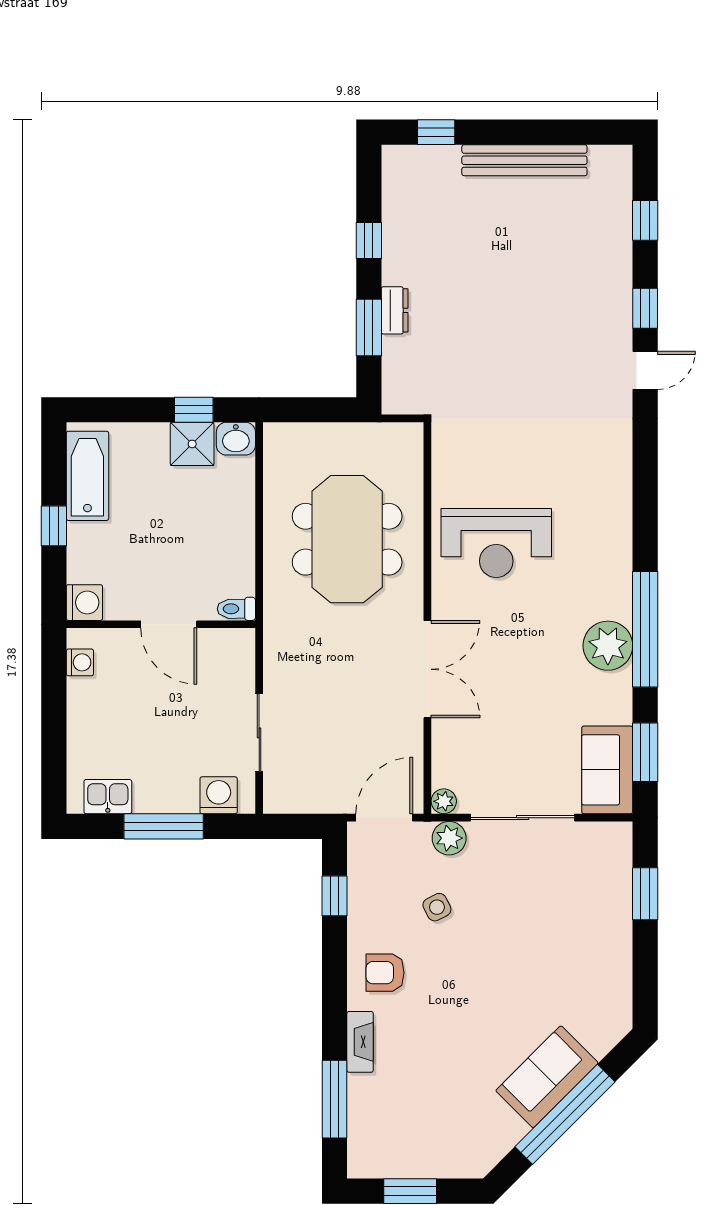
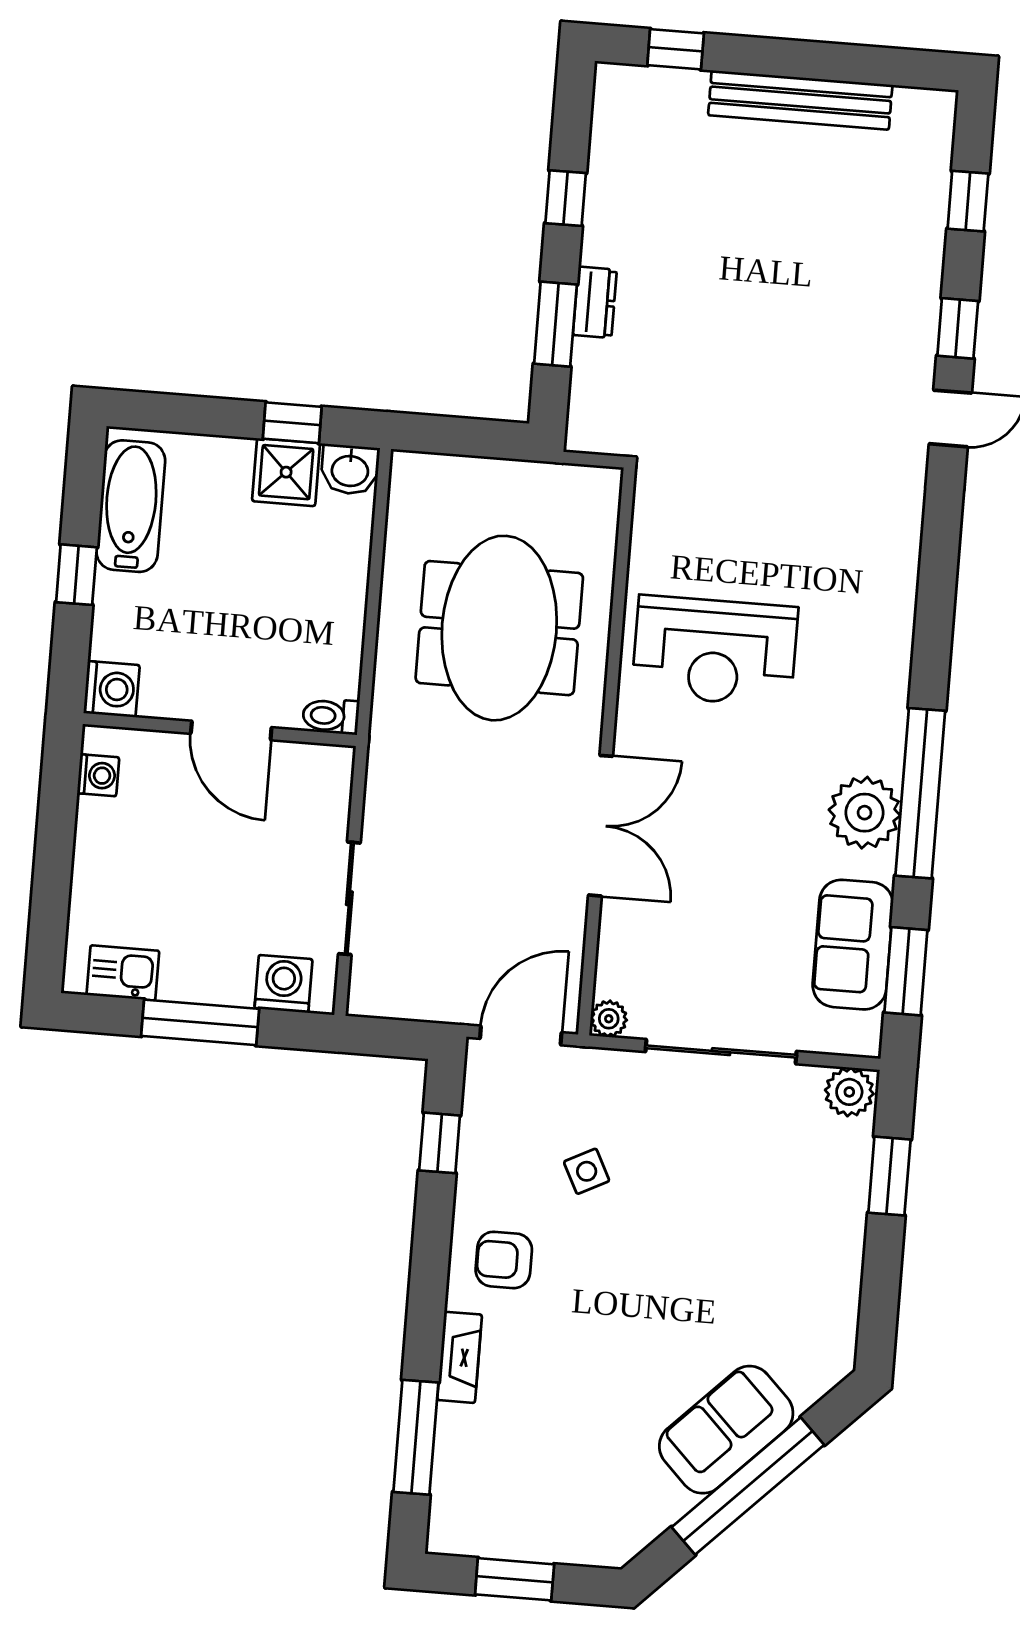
sofa: (607, 770) -> (853, 945), moved
plant: (449, 838) -> (849, 1092), moved

